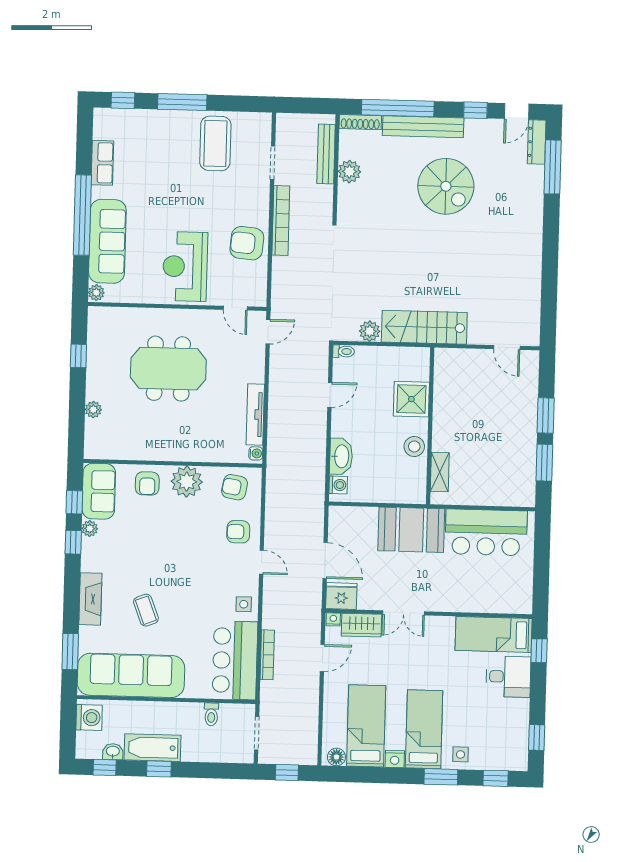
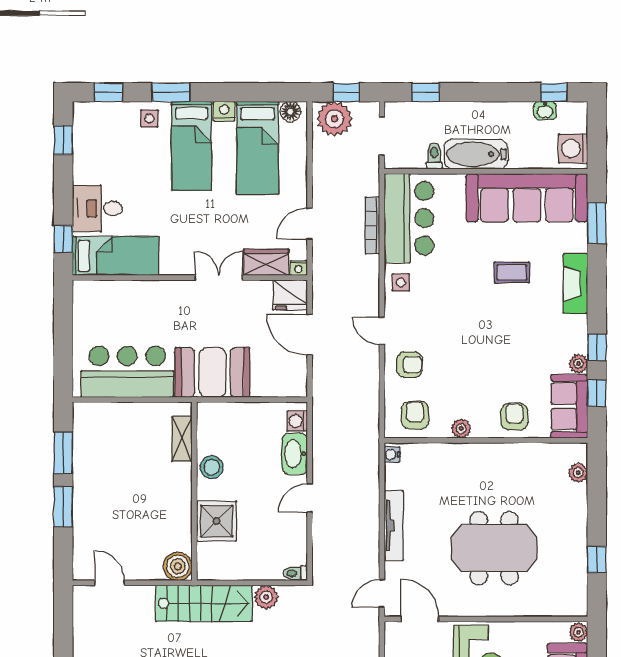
door: (235, 308) -> (420, 619), width x1.38
boiler: (446, 360) -> (178, 566), added
door: (330, 395) -> (310, 498), moved
plant: (93, 410) -> (578, 473), moved
tv unit: (255, 414) -> (394, 526), moved
plant: (187, 482) -> (461, 429), width x0.53, depth x0.53
armchair: (235, 487) -> (415, 415), turned -100
coffee table: (146, 610) -> (512, 272), turned -69
bathtub: (152, 748) -> (476, 154), moved, turned 180
plant: (298, 750) -> (335, 119), added
window: (159, 769) -> (426, 92), moved

